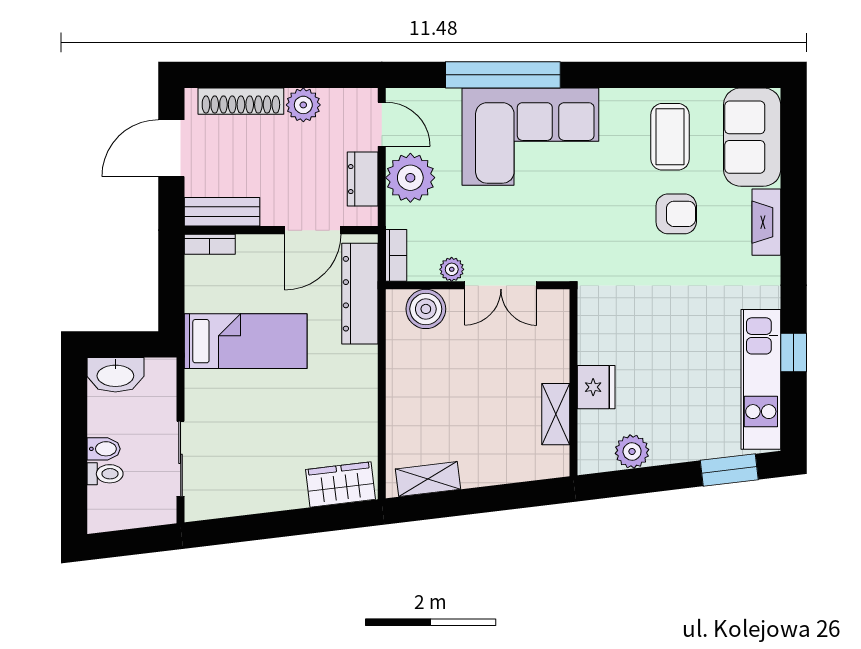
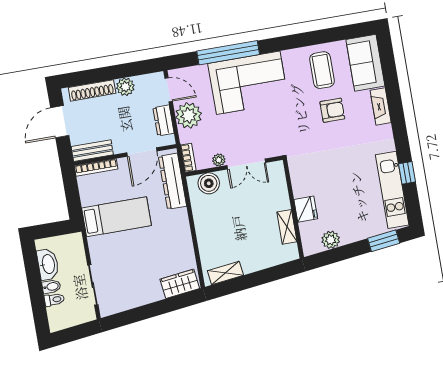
bookcase: (210, 244) -> (96, 167), width x1.56
washbasin: (115, 375) -> (48, 264), moved, turned -90

